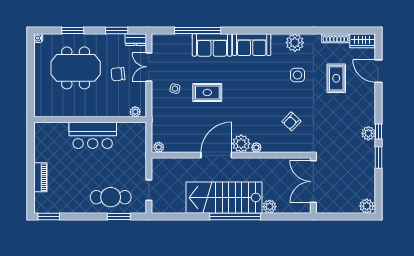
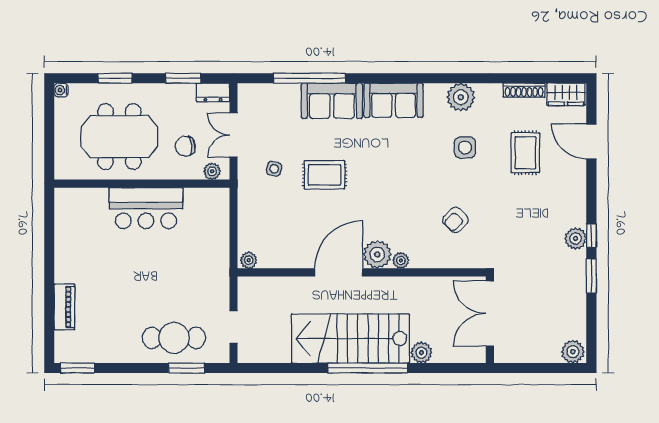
plant: (135, 112) -> (212, 171), moved
wall: (90, 120) -> (142, 184), moved
bar counter: (93, 135) -> (146, 208), moved

